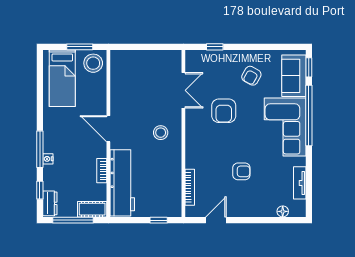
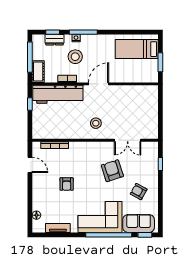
stool: (93, 63) -> (75, 57), moved
armchair: (224, 111) -> (112, 171), turned 72
dresser: (50, 203) -> (55, 40), moved
window: (159, 220) -> (30, 104), moved

